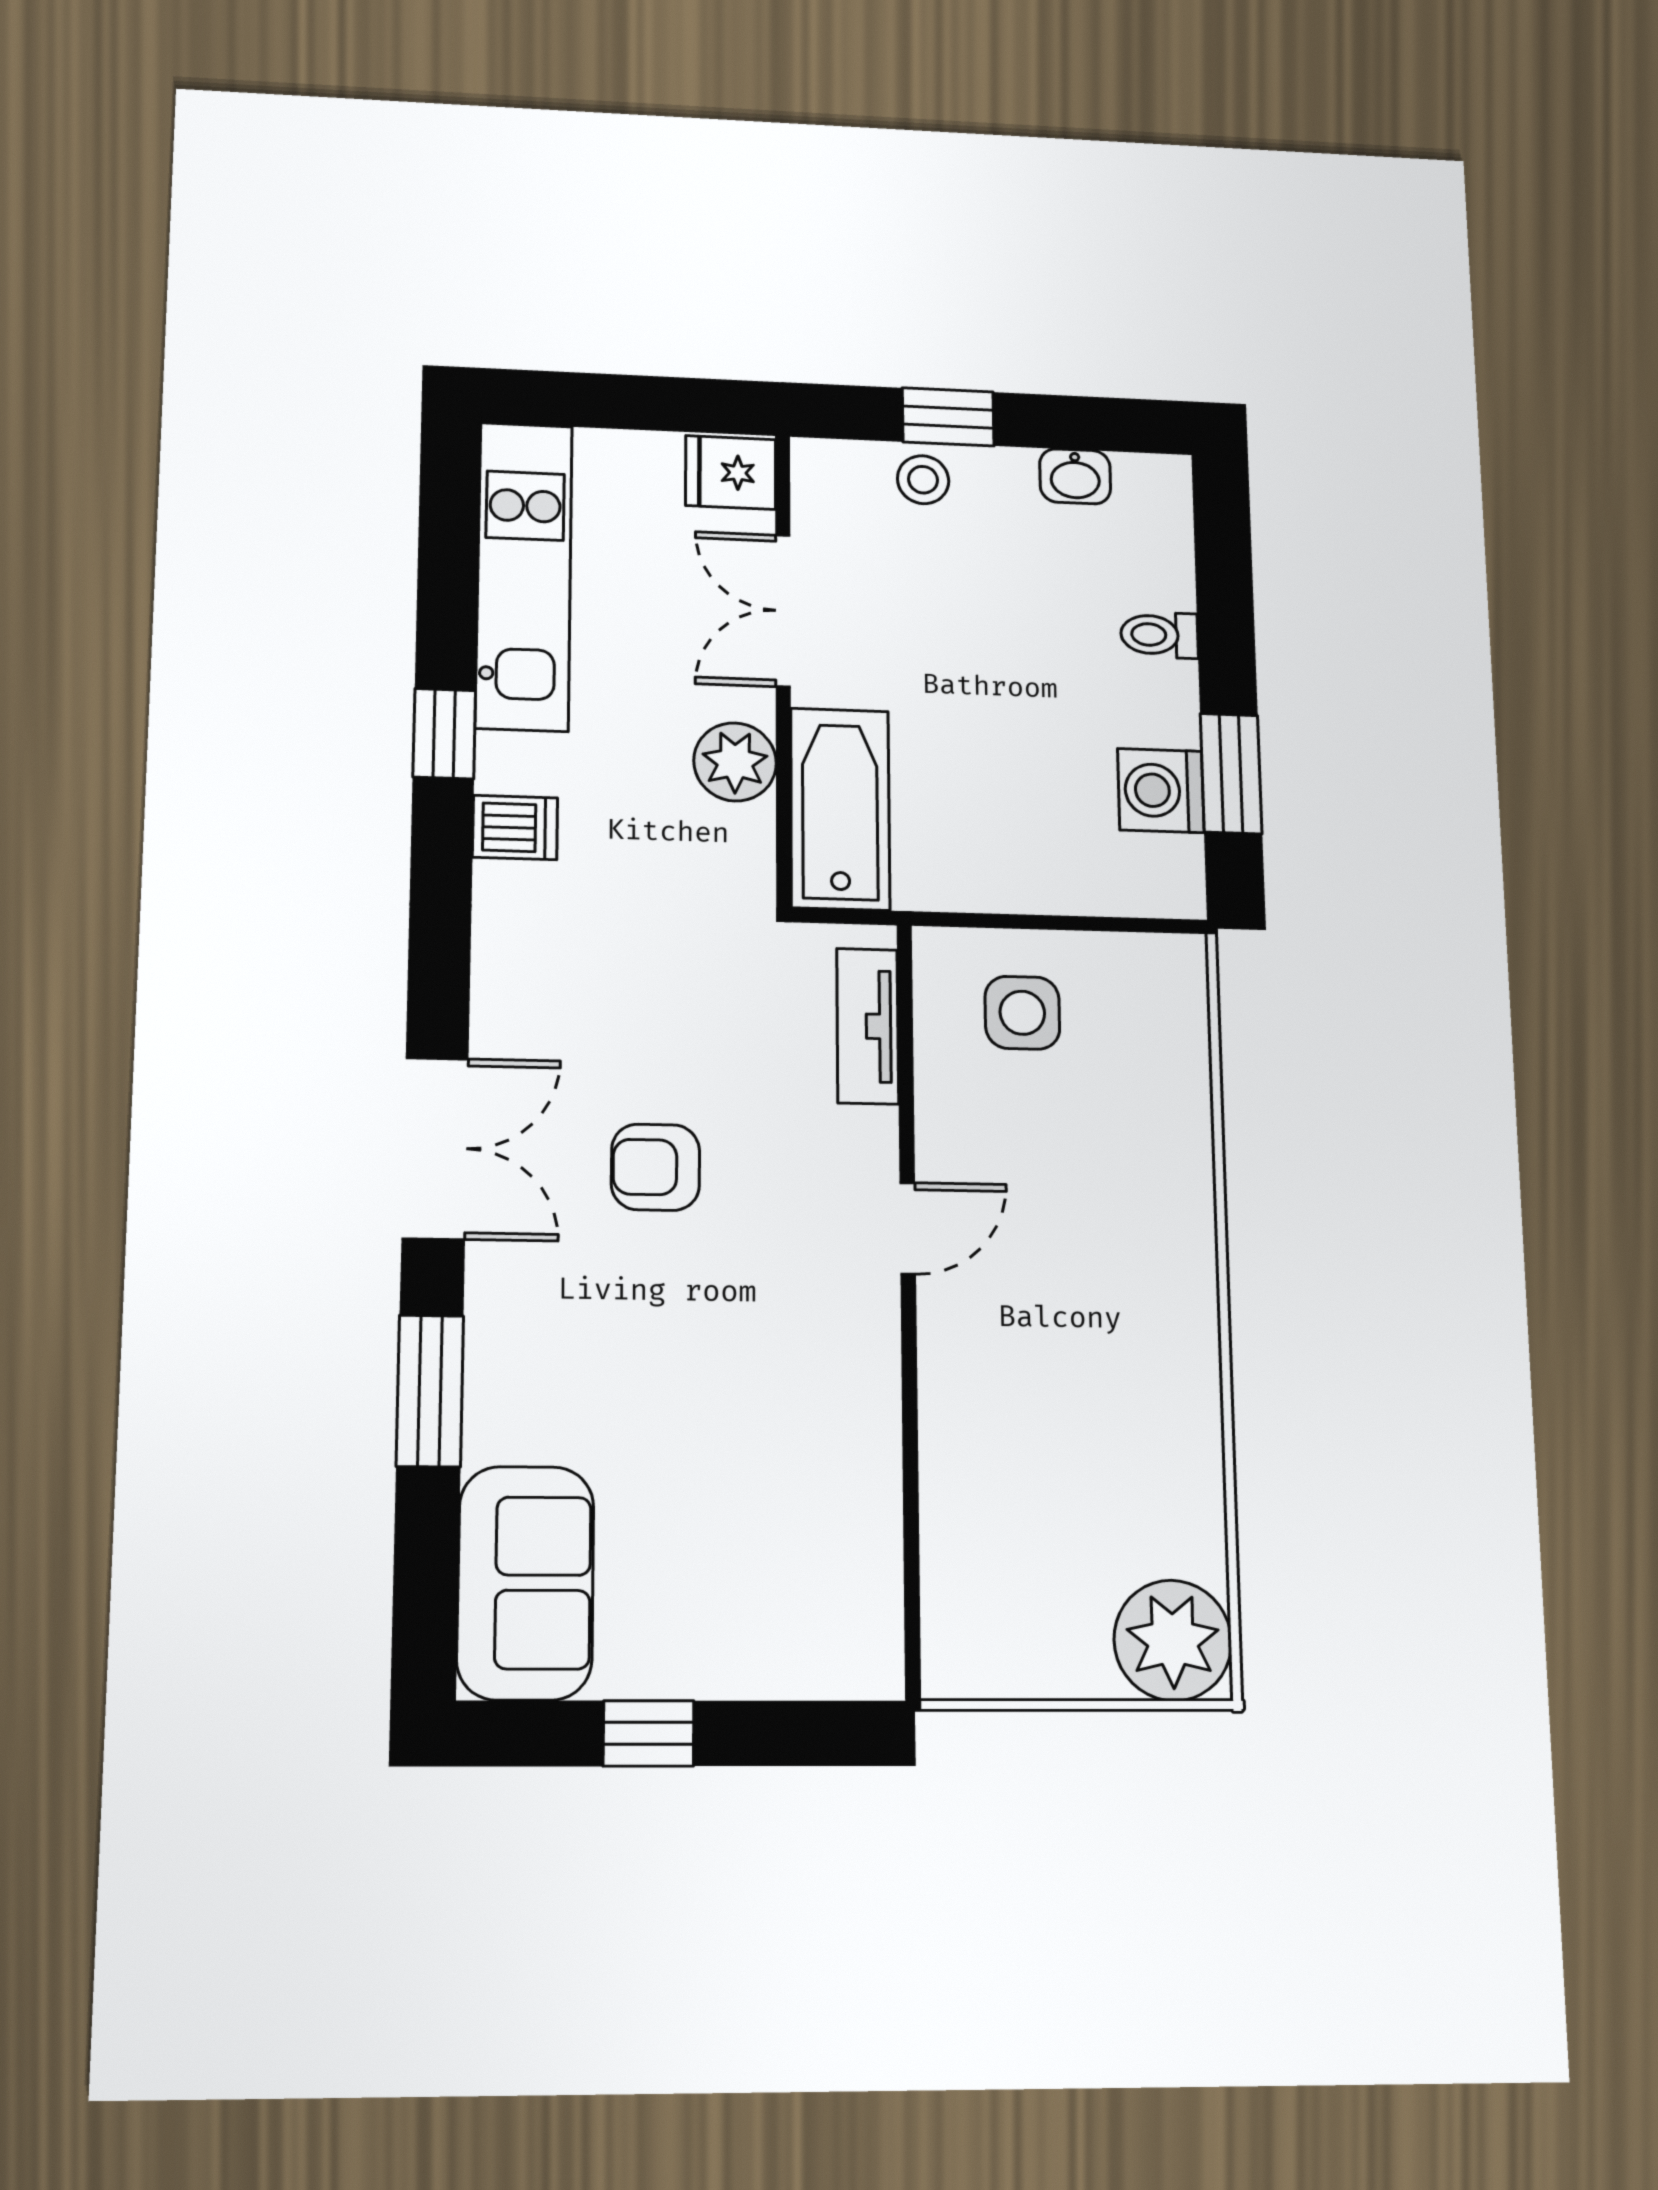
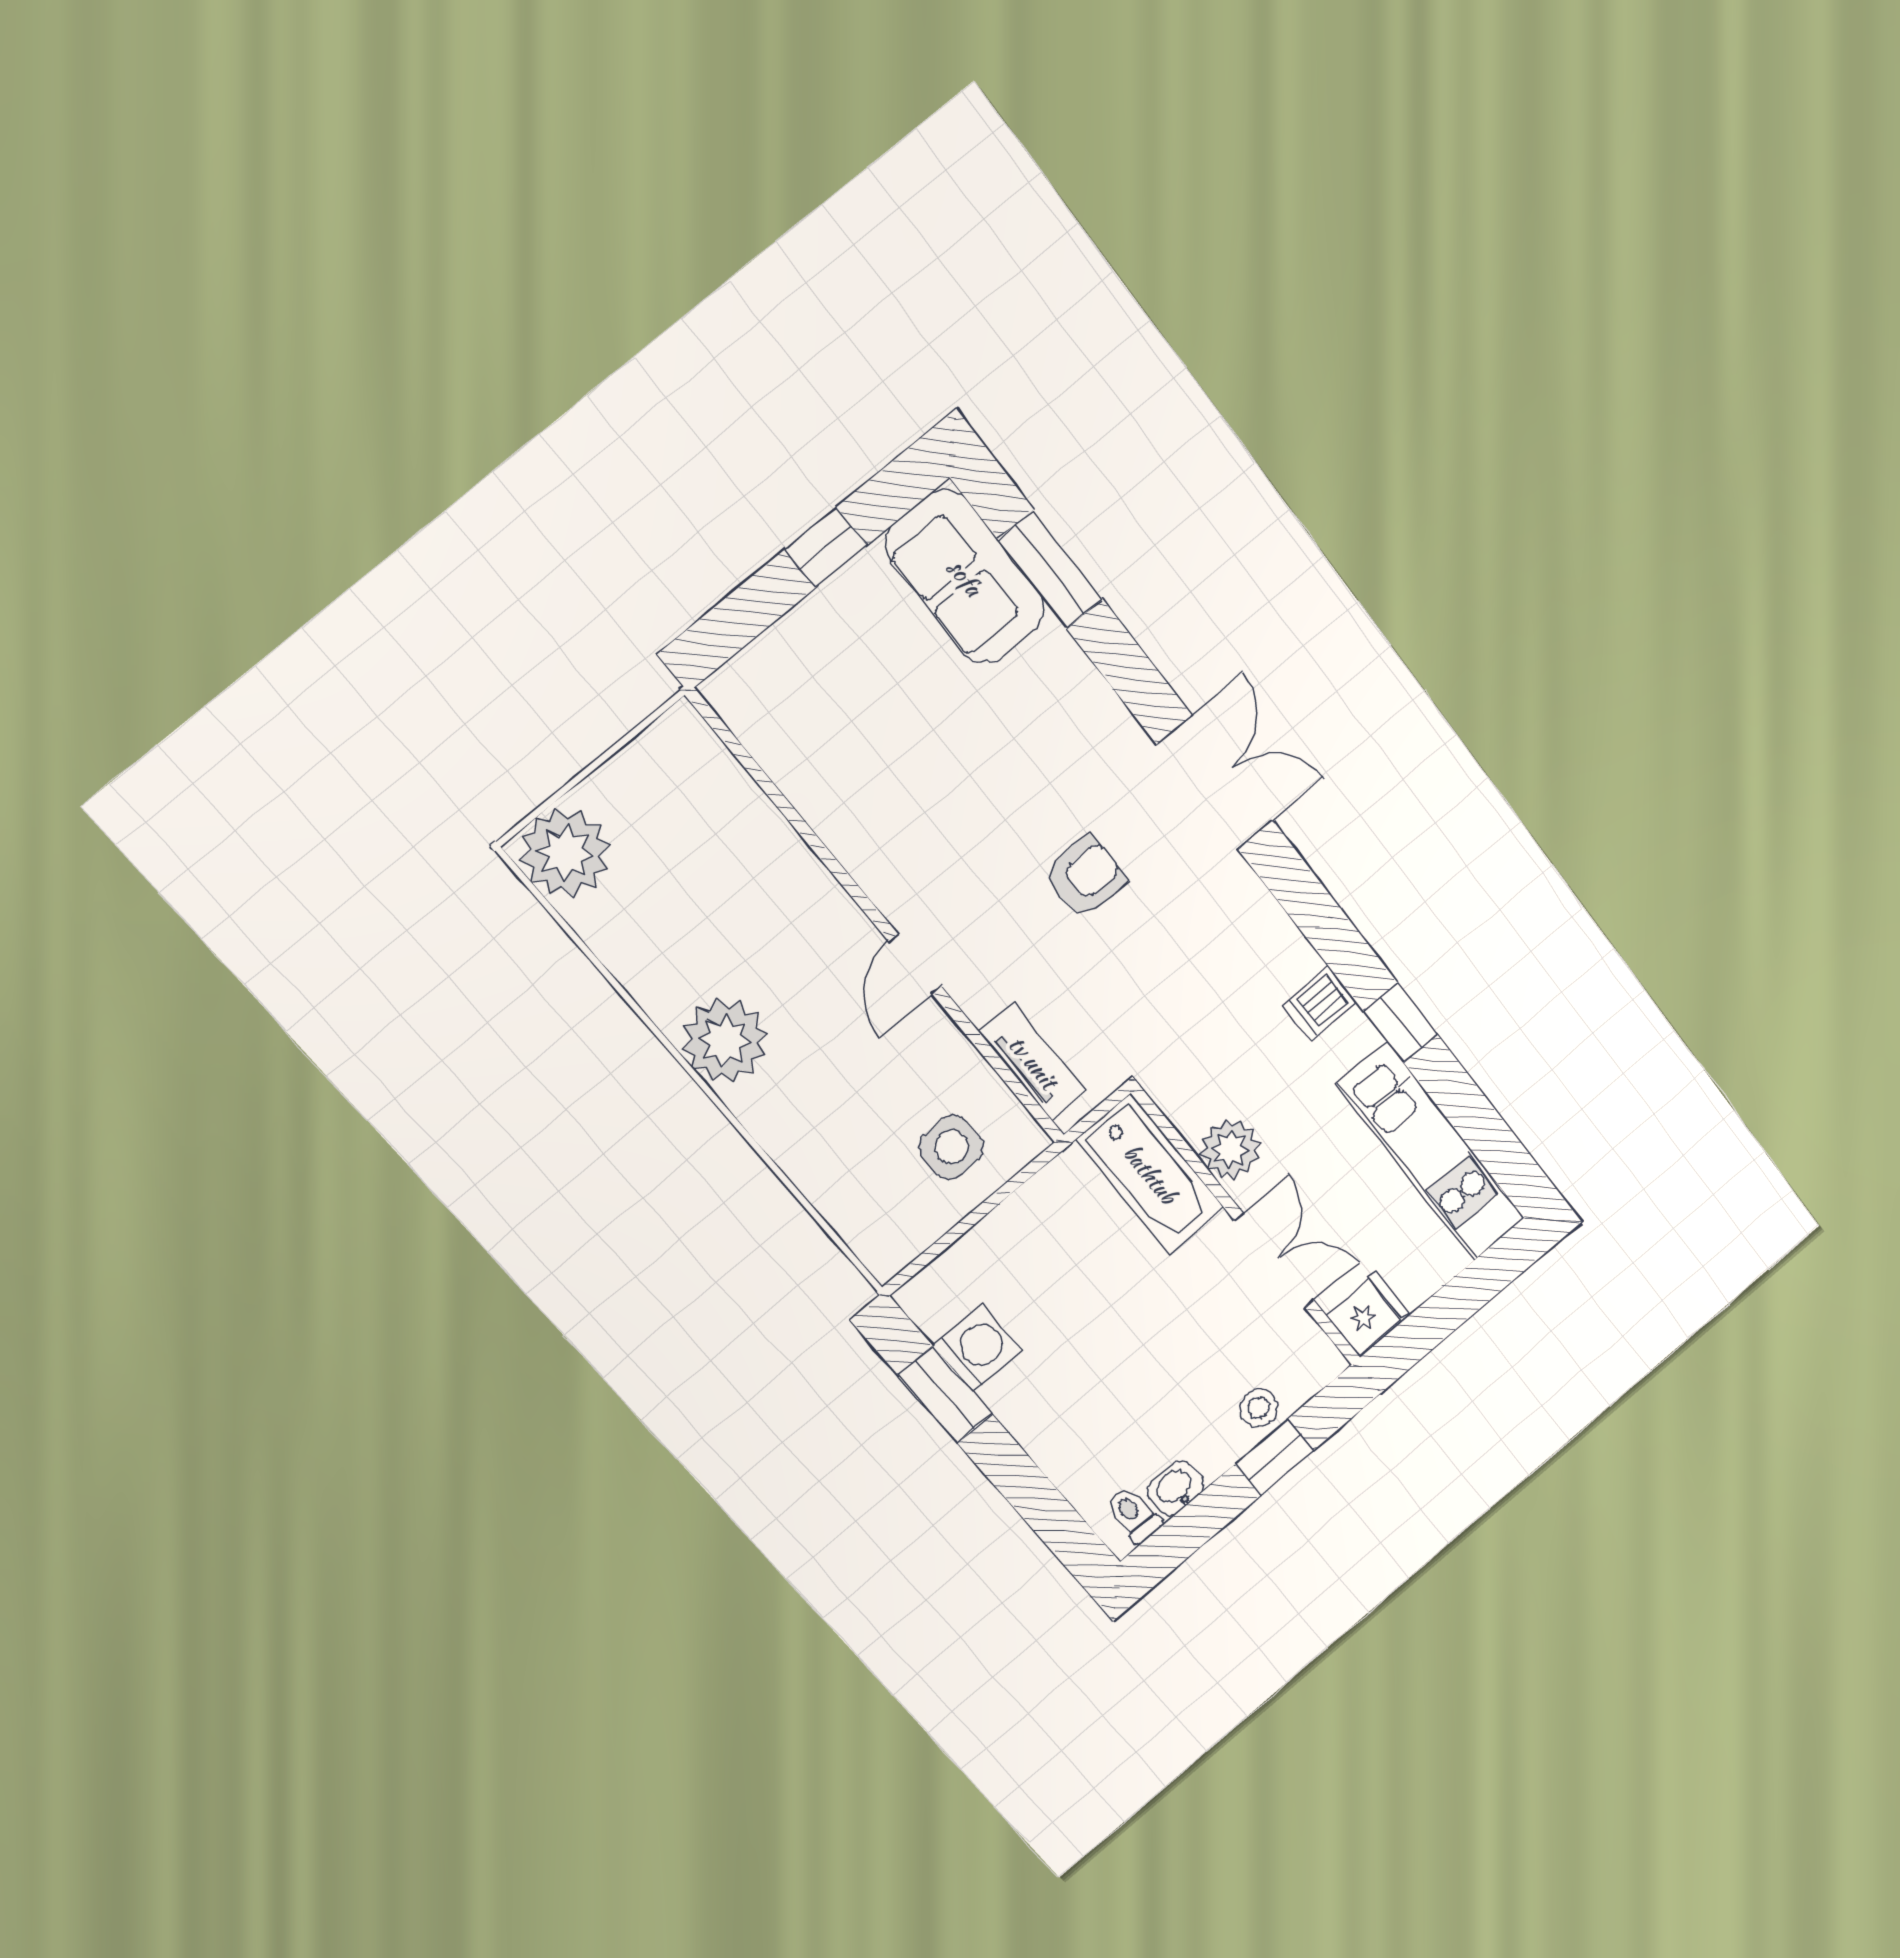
toilet: (1159, 635) -> (1134, 1515), moved, turned -90
double door: (435, 1148) -> (1215, 783), swing flipped
plant: (1165, 1315) -> (725, 1041), added
window: (430, 1391) -> (1050, 569), moved

